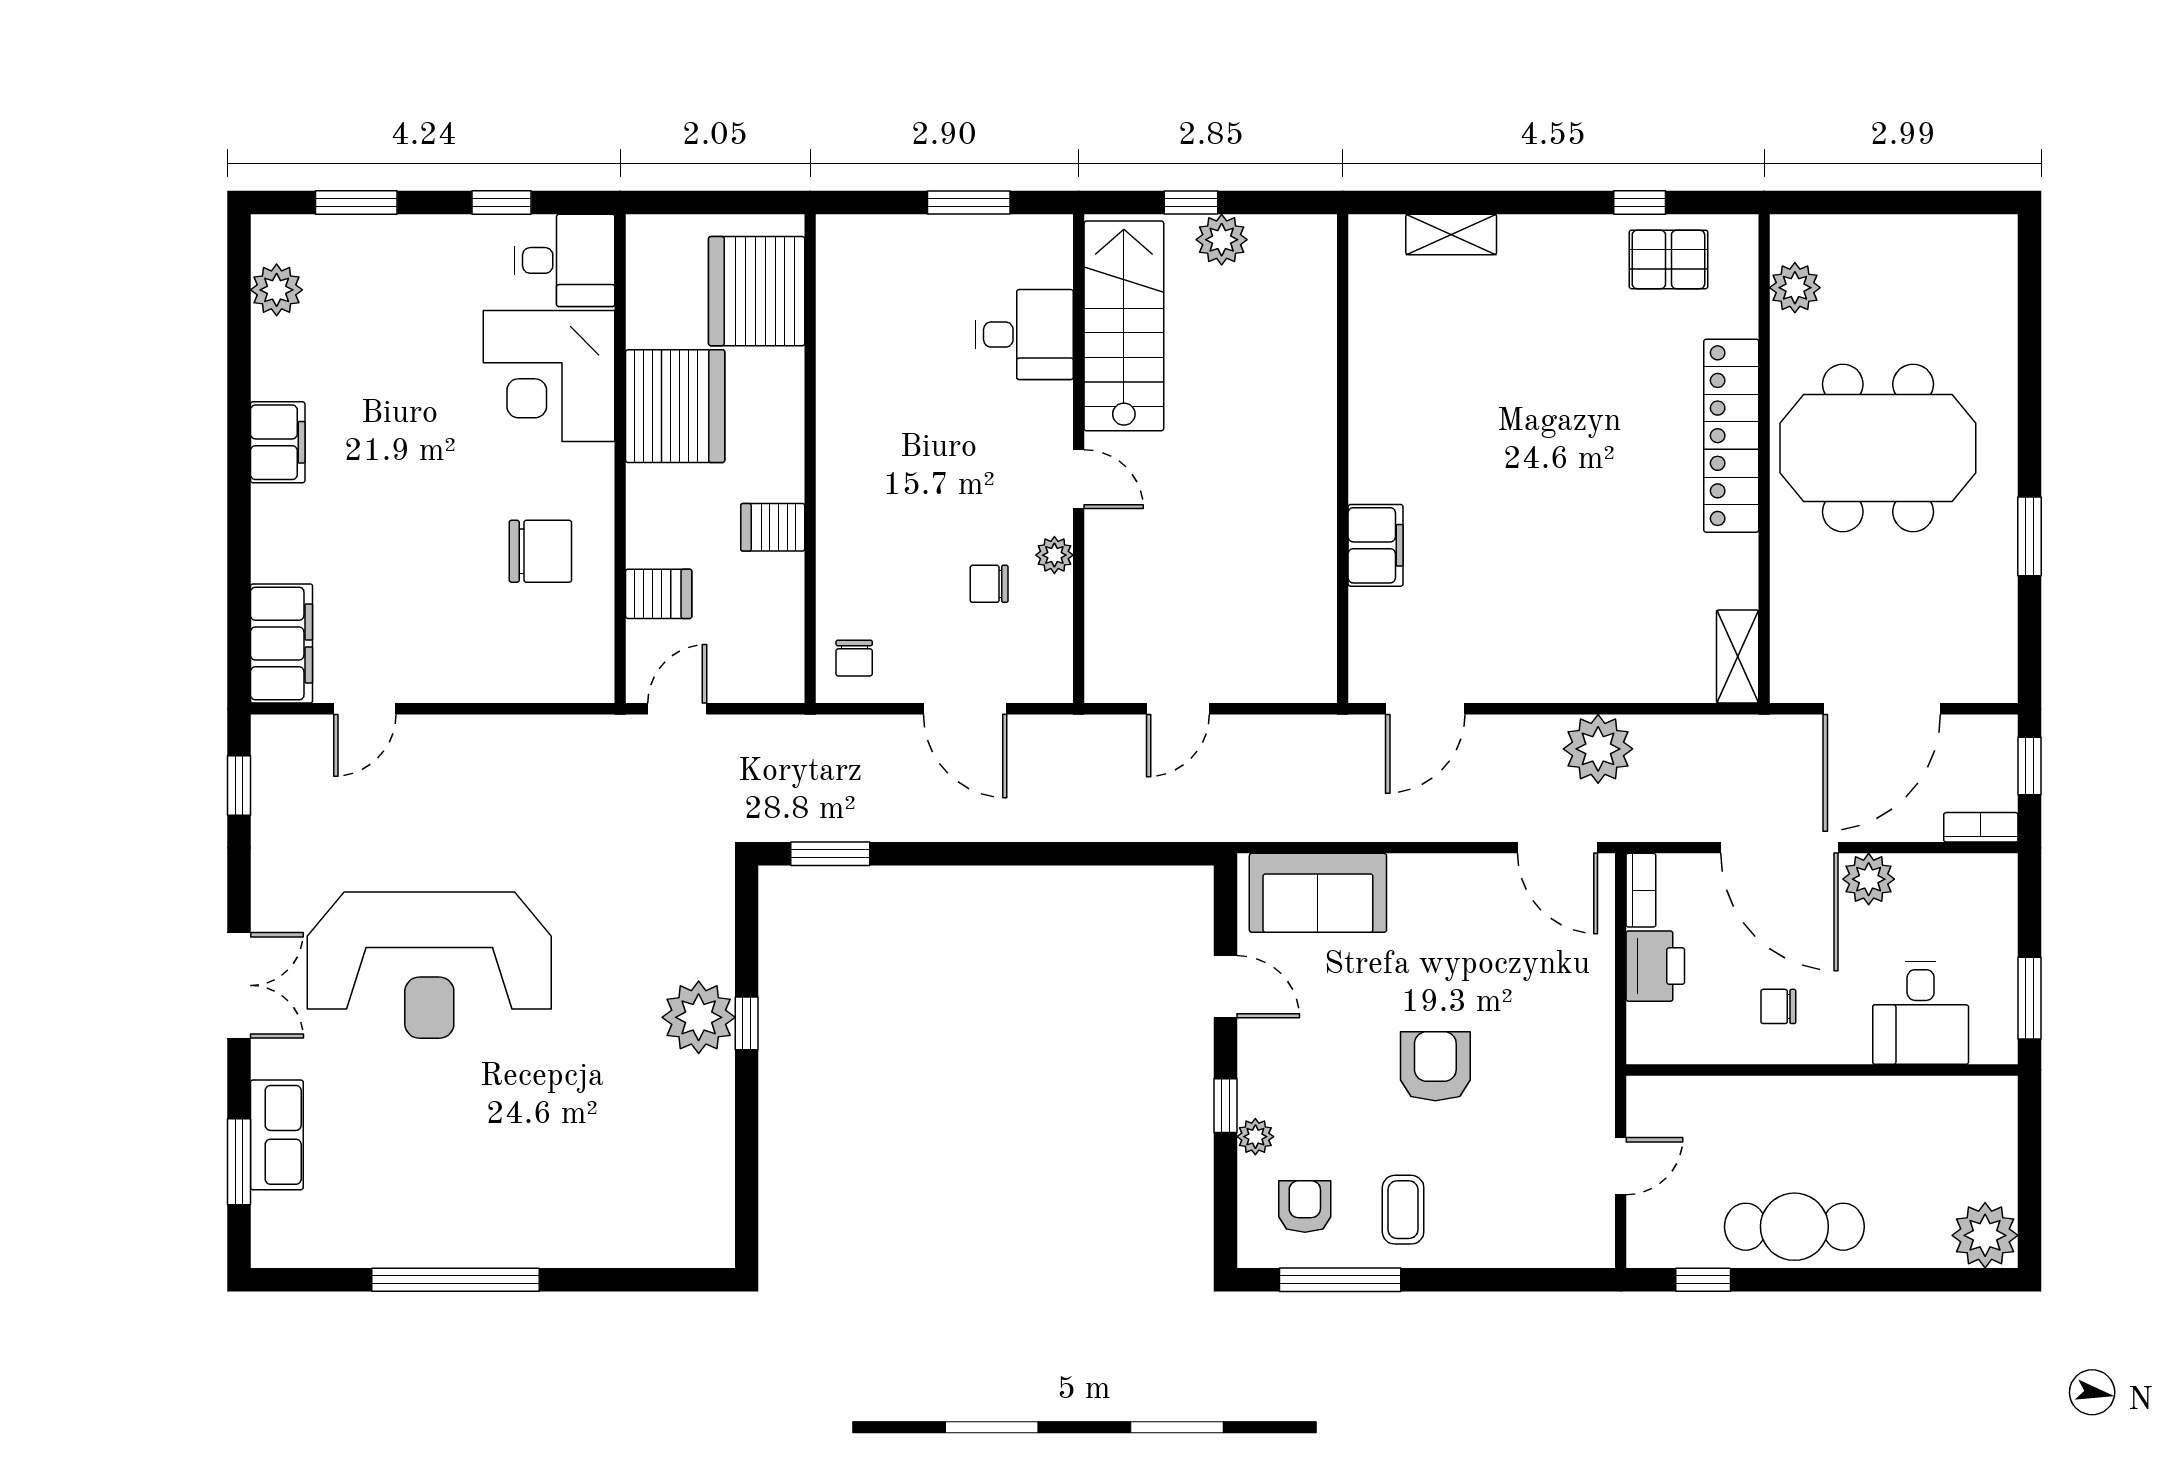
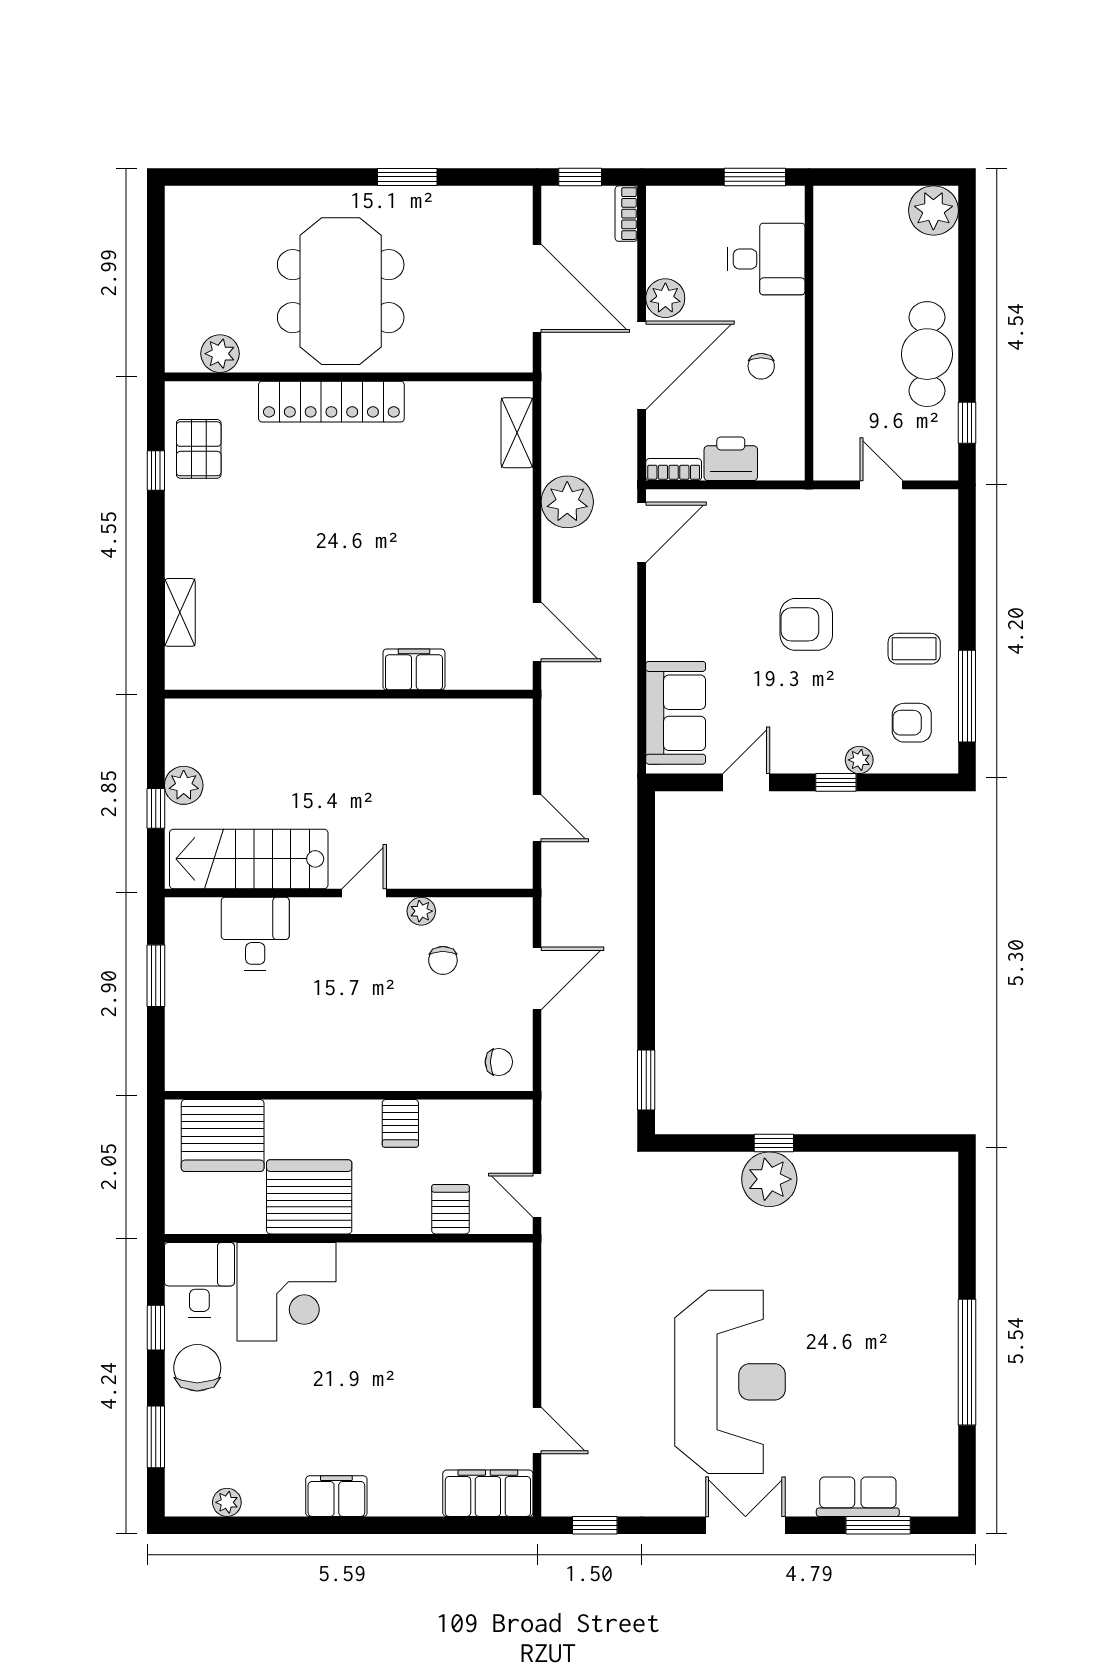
plant: (277, 290) -> (227, 1502), width x0.73, depth x0.73
chair: (540, 551) -> (197, 1368), moved
shelving: (1738, 657) -> (517, 433), moved, turned 90

